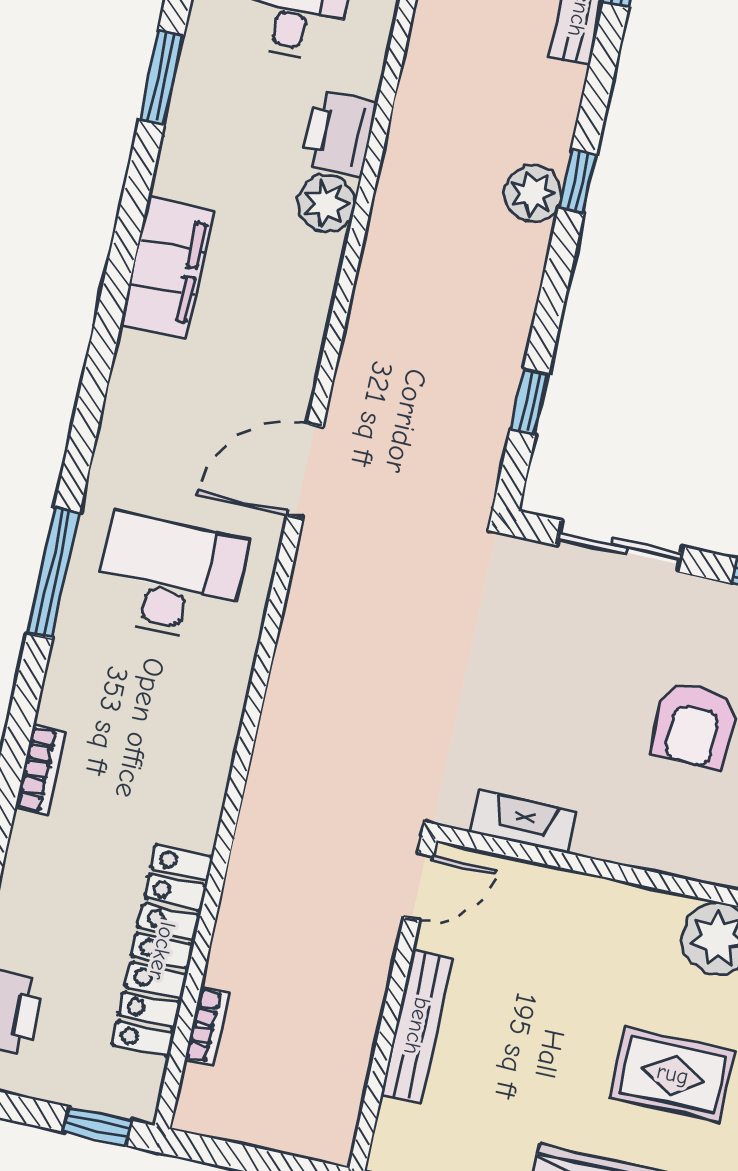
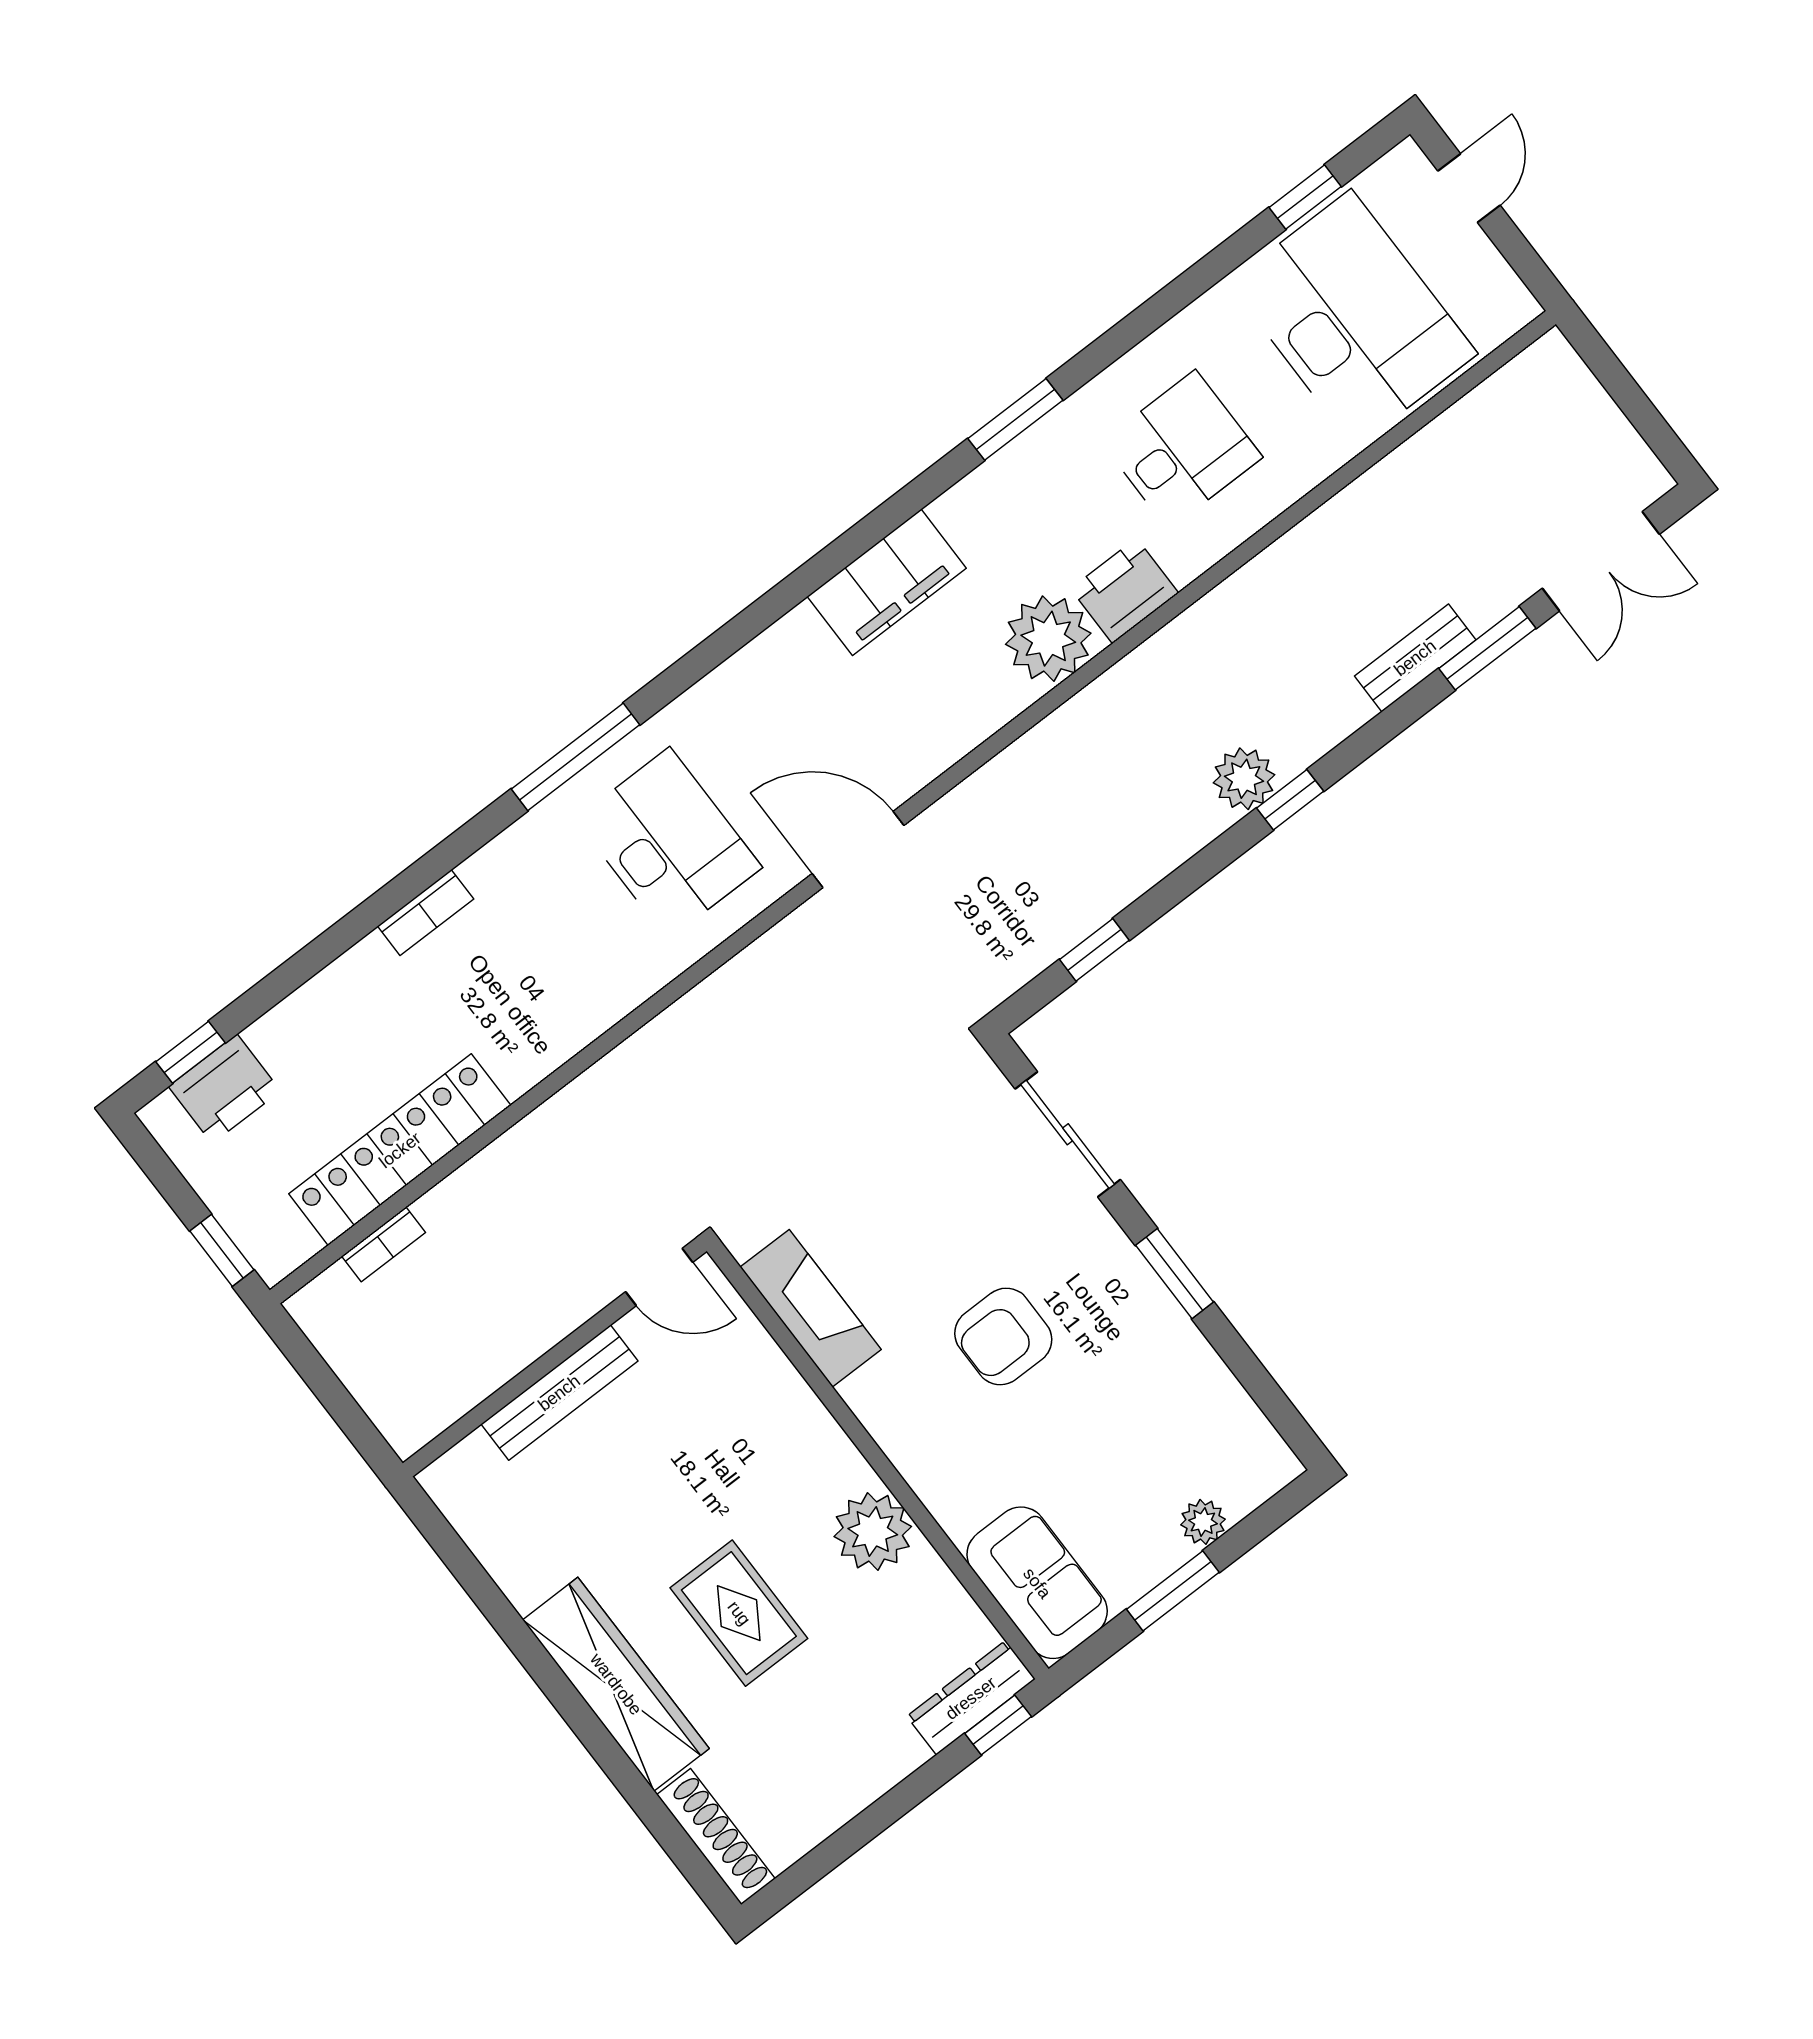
plant: (326, 203) -> (1048, 639), width x1.36, depth x1.36
fireplace: (523, 822) -> (811, 1308), width x1.37, depth x1.32

